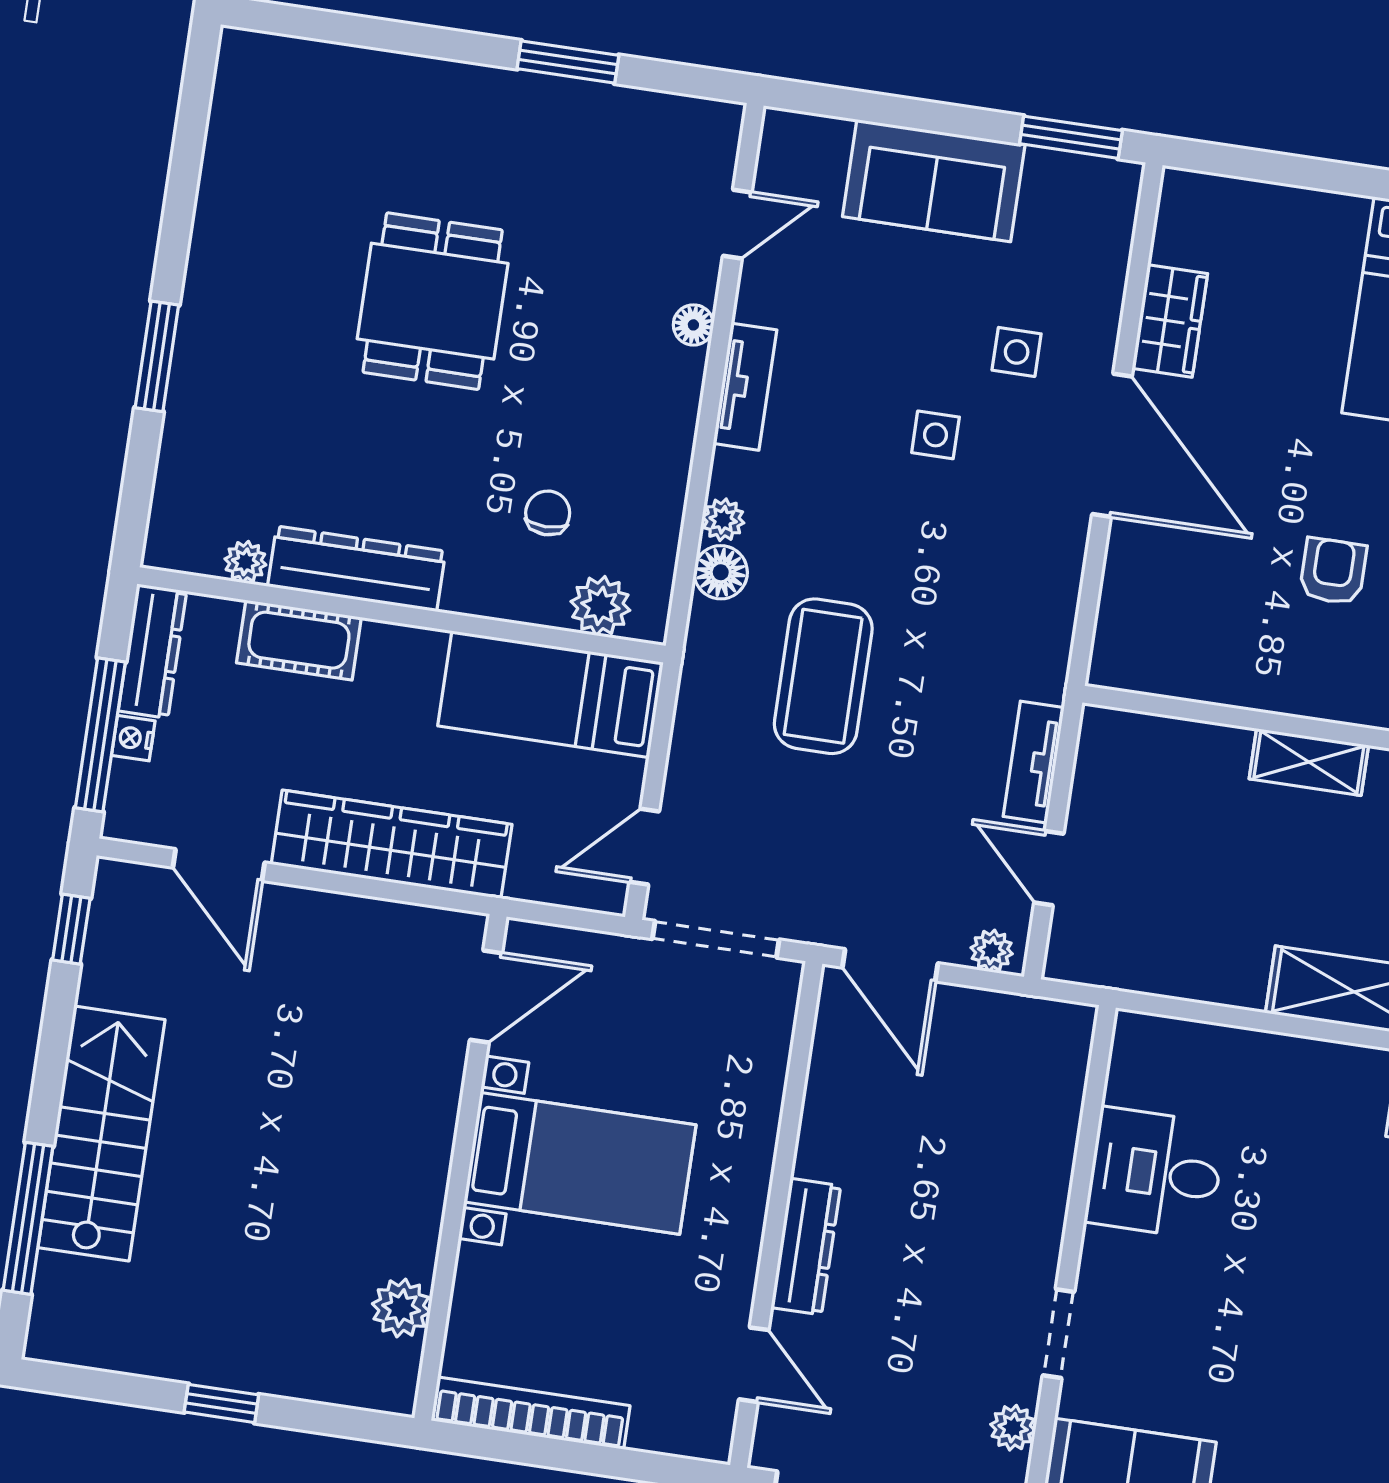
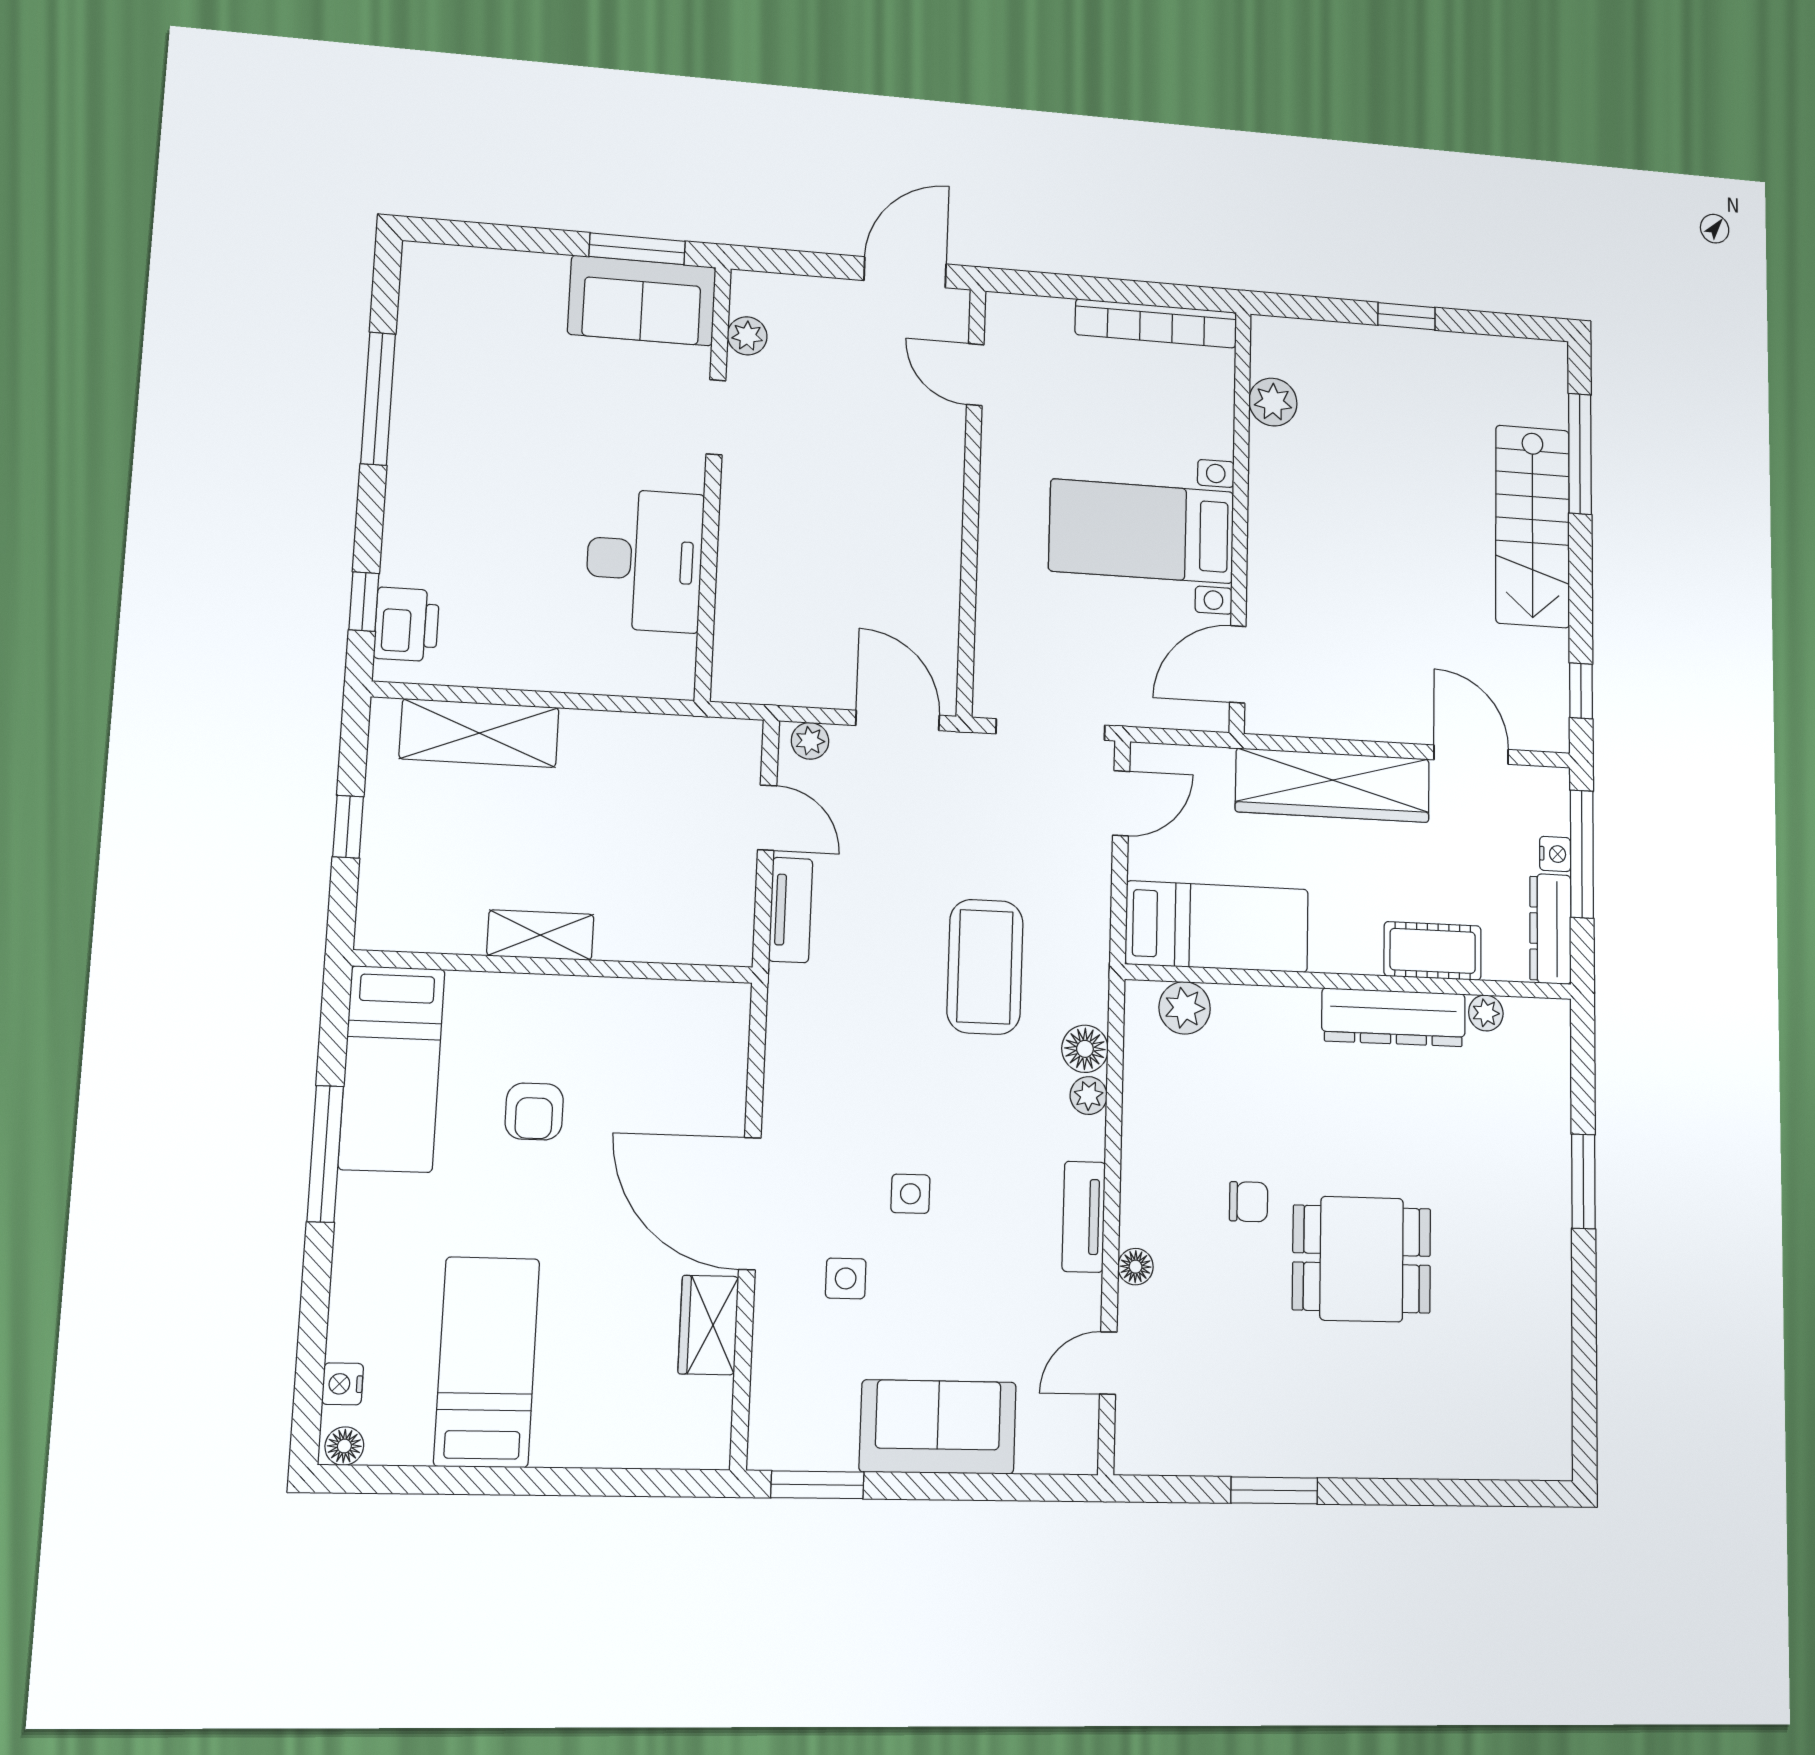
dining table: (433, 301) -> (1362, 1259), turned 90
chair: (548, 513) -> (1249, 1202), moved, turned -90
desk: (1155, 1173) -> (645, 560), width x1.37
dresser: (806, 1247) -> (943, 476), removed

